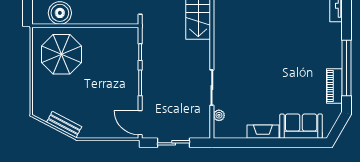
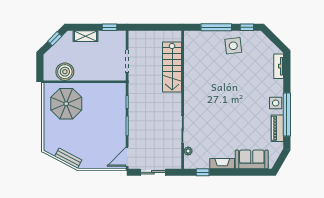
side table: (332, 53) -> (276, 103), added
door: (140, 123) -> (127, 157), hinge flipped
window: (238, 143) -> (203, 172), added

